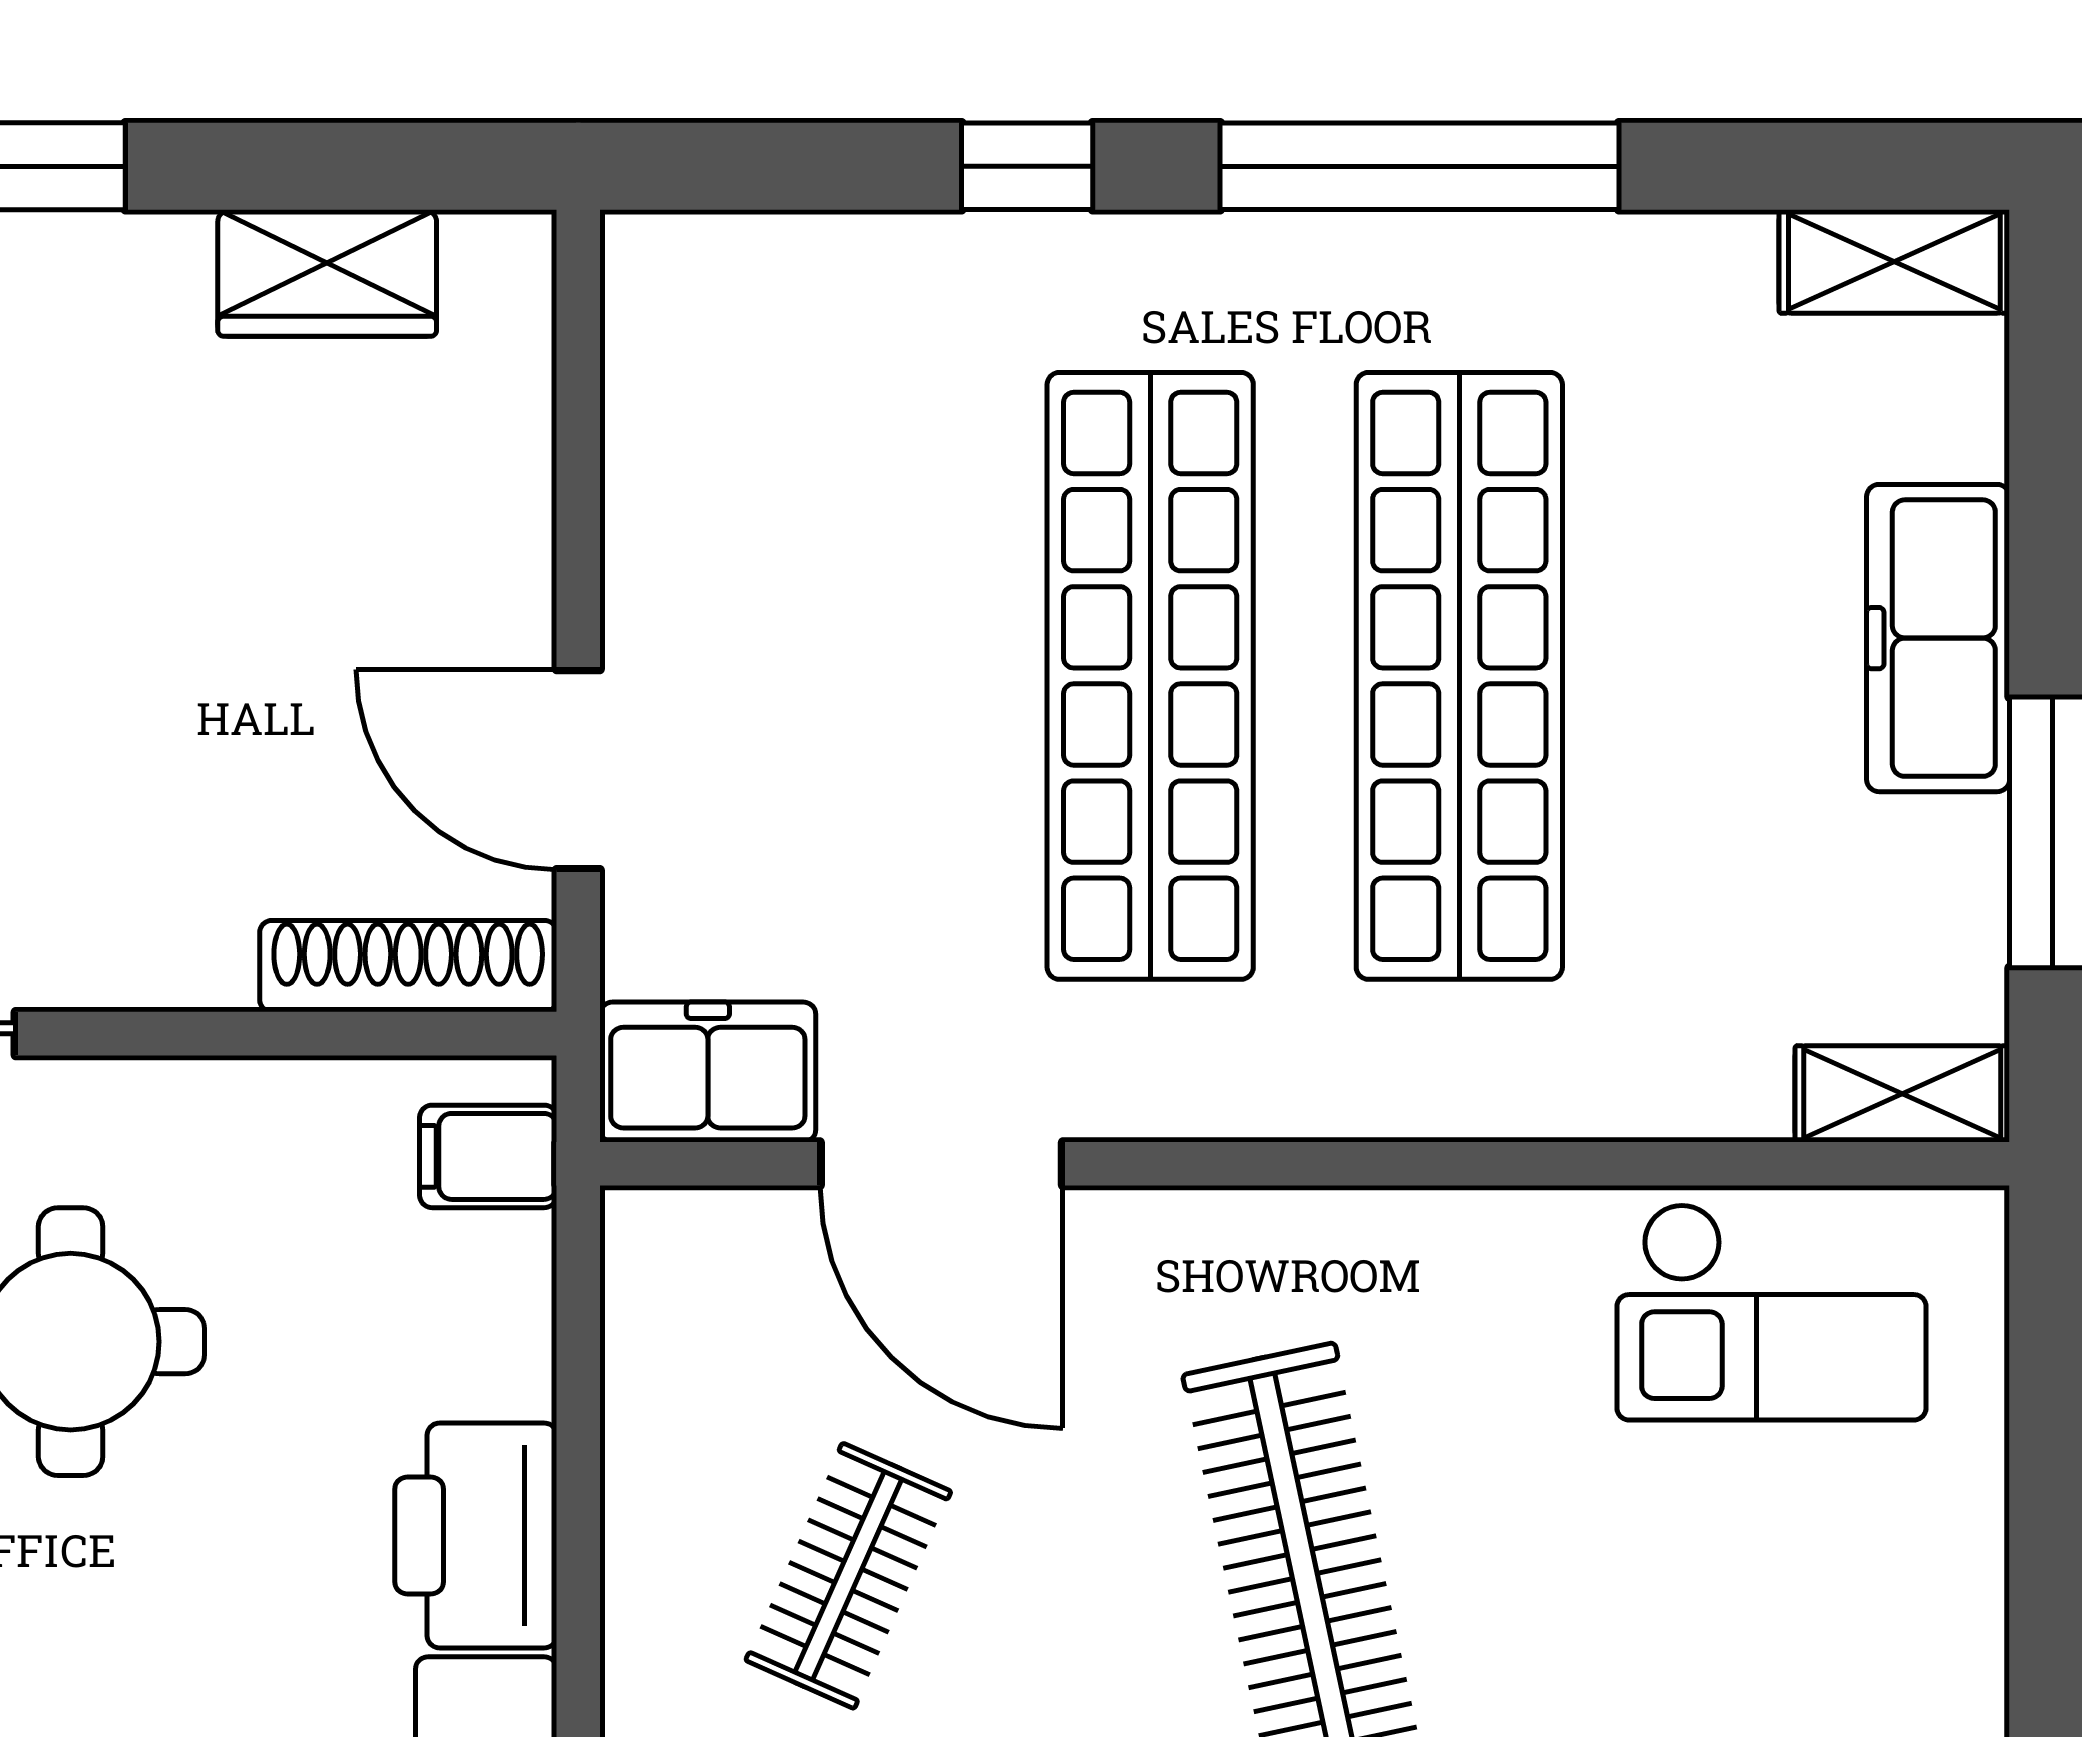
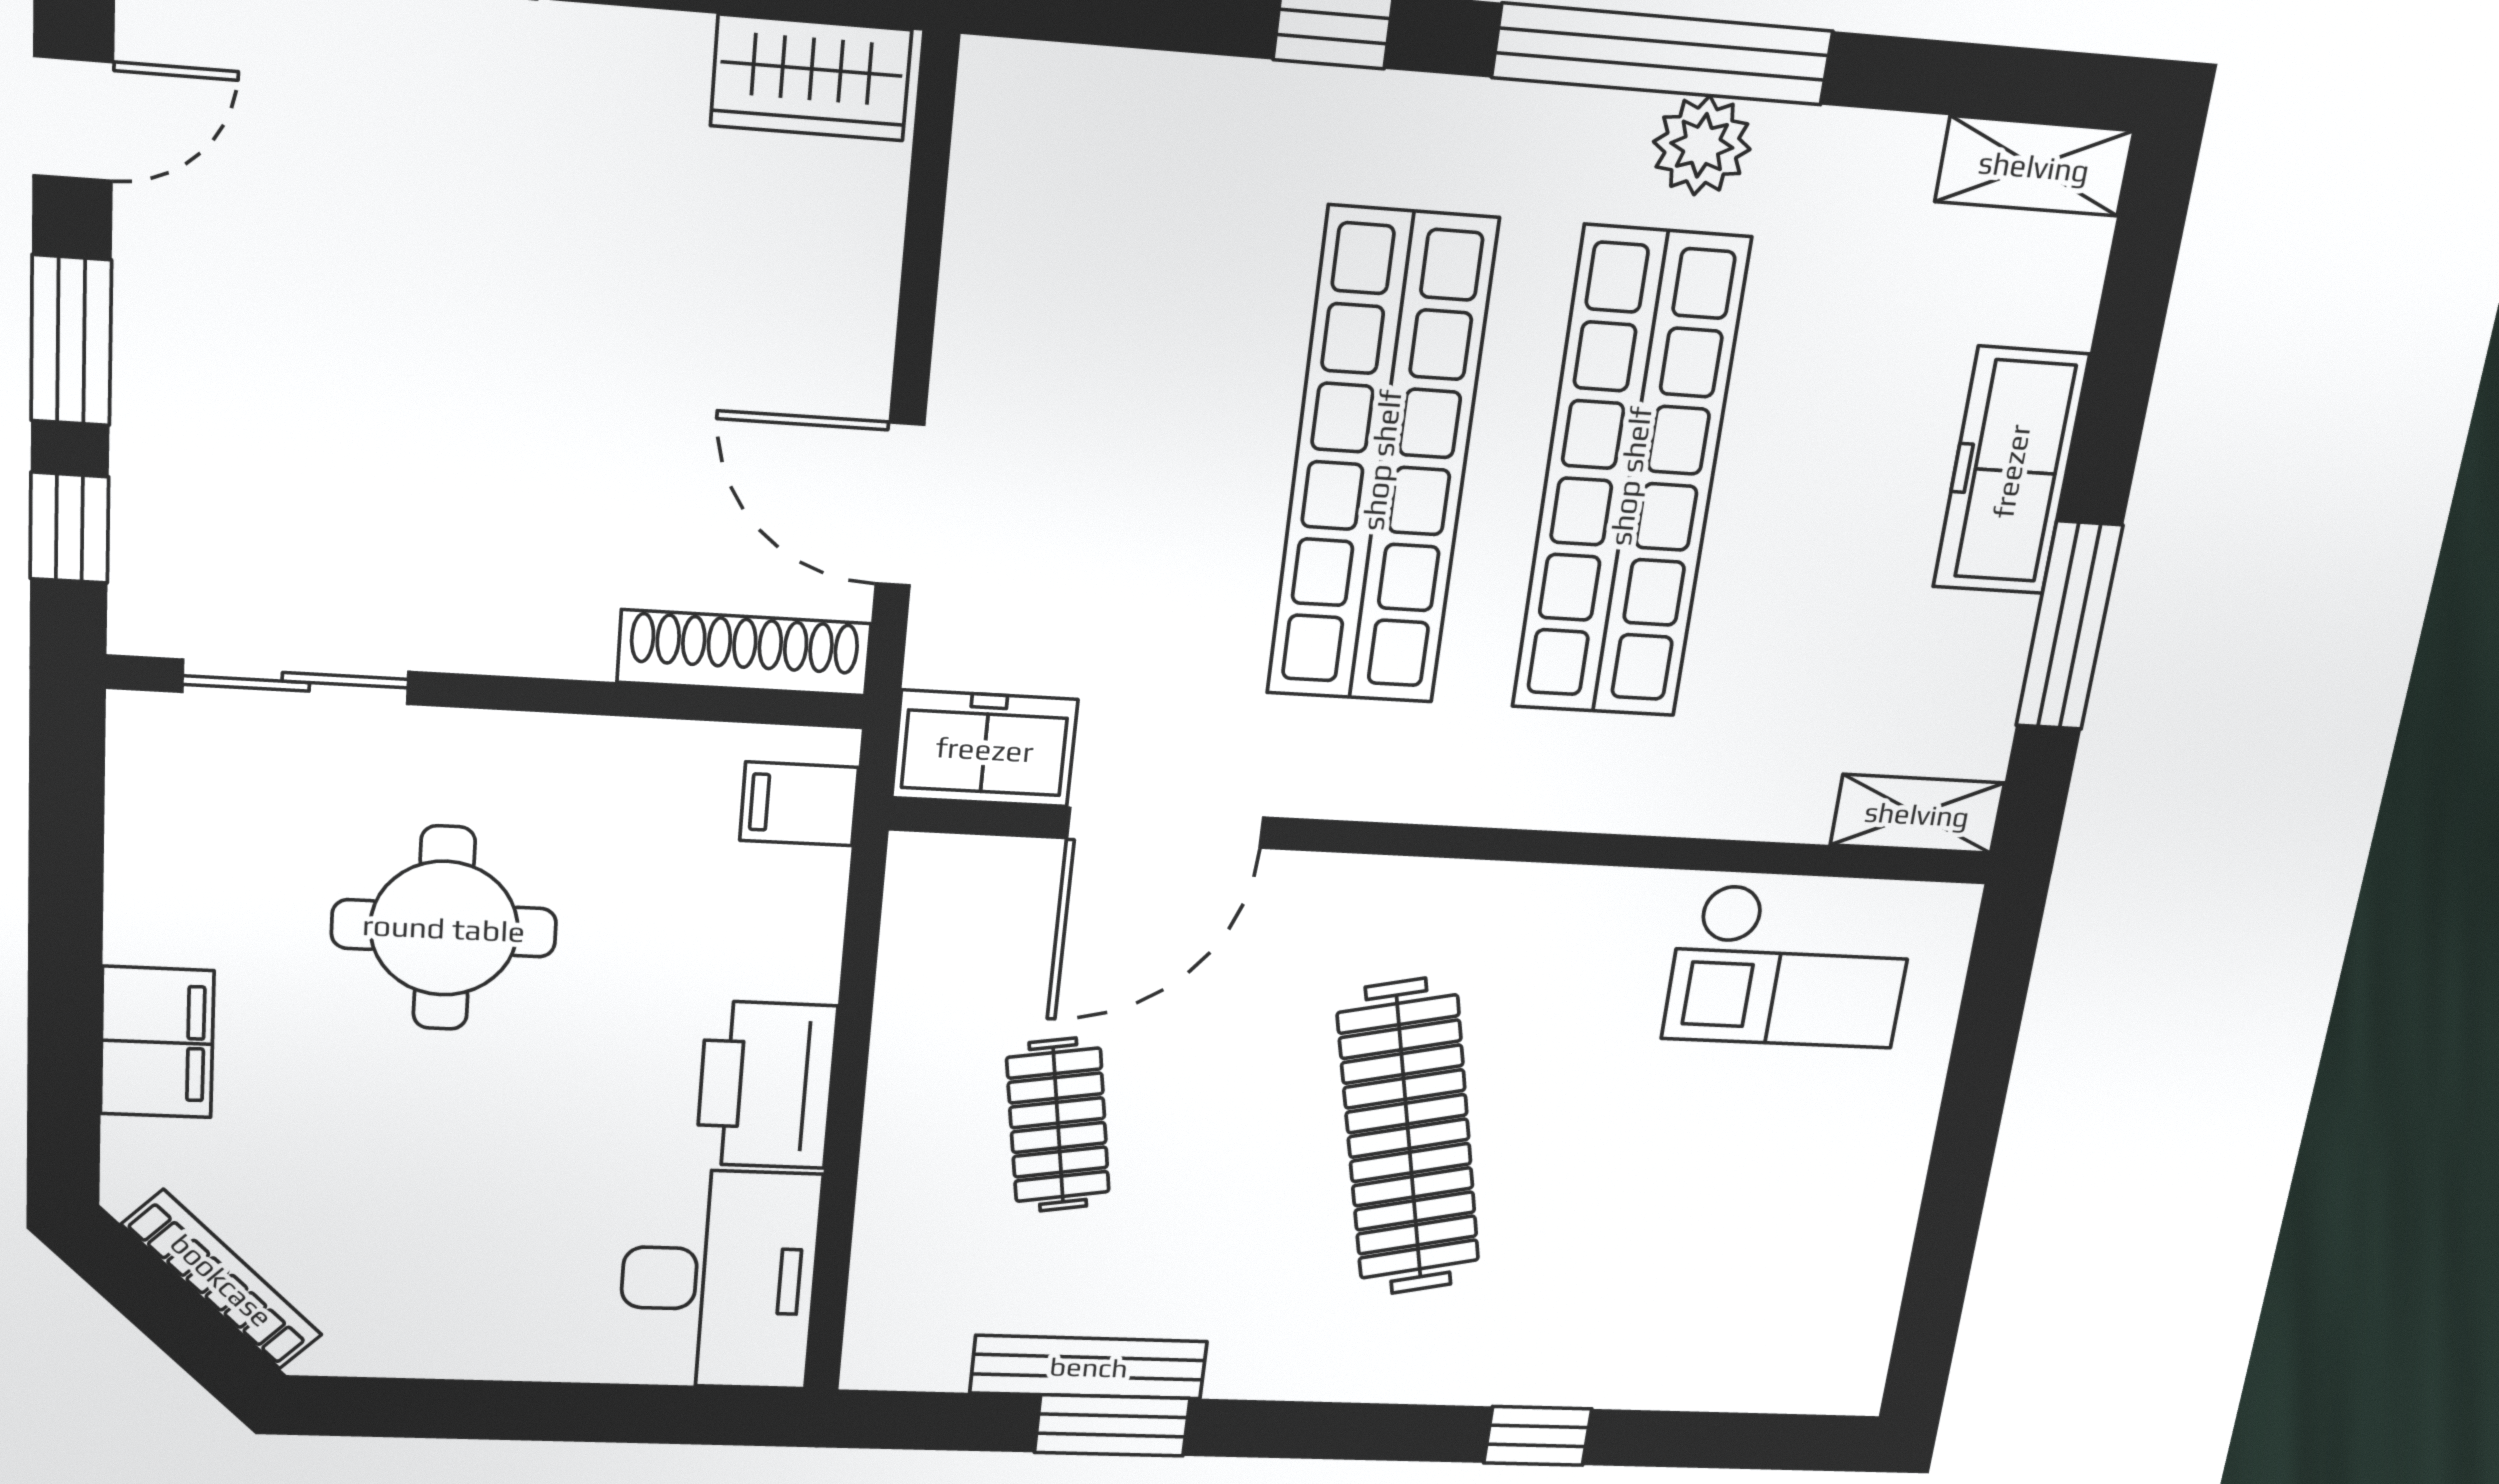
plant: (1483, 269) -> (1702, 145), added
wardrobe: (327, 273) -> (811, 78), moved
door: (941, 1164) -> (1165, 828), hinge flipped
clothes rail: (848, 1576) -> (1058, 1125), turned -33

